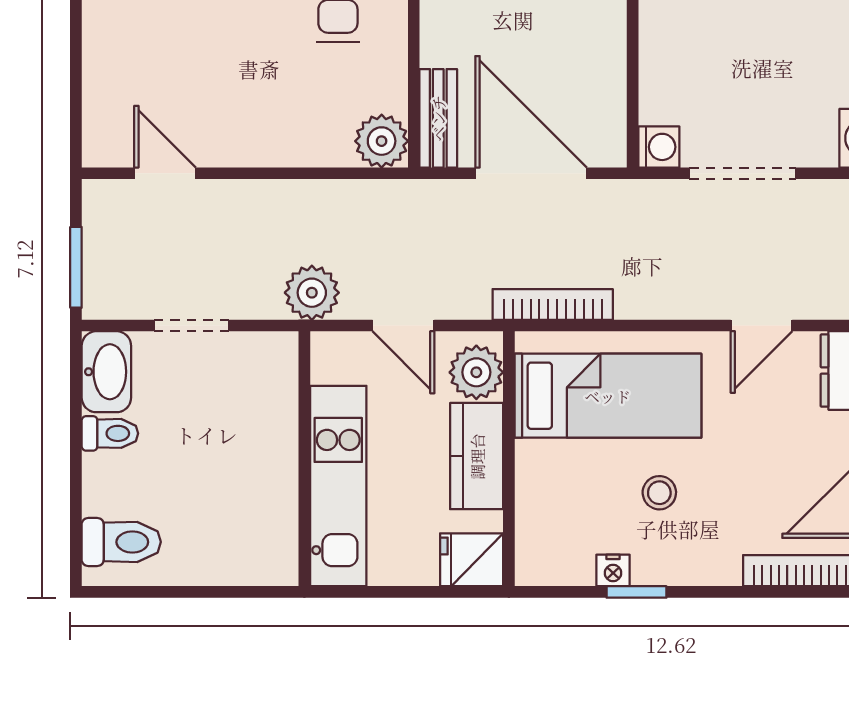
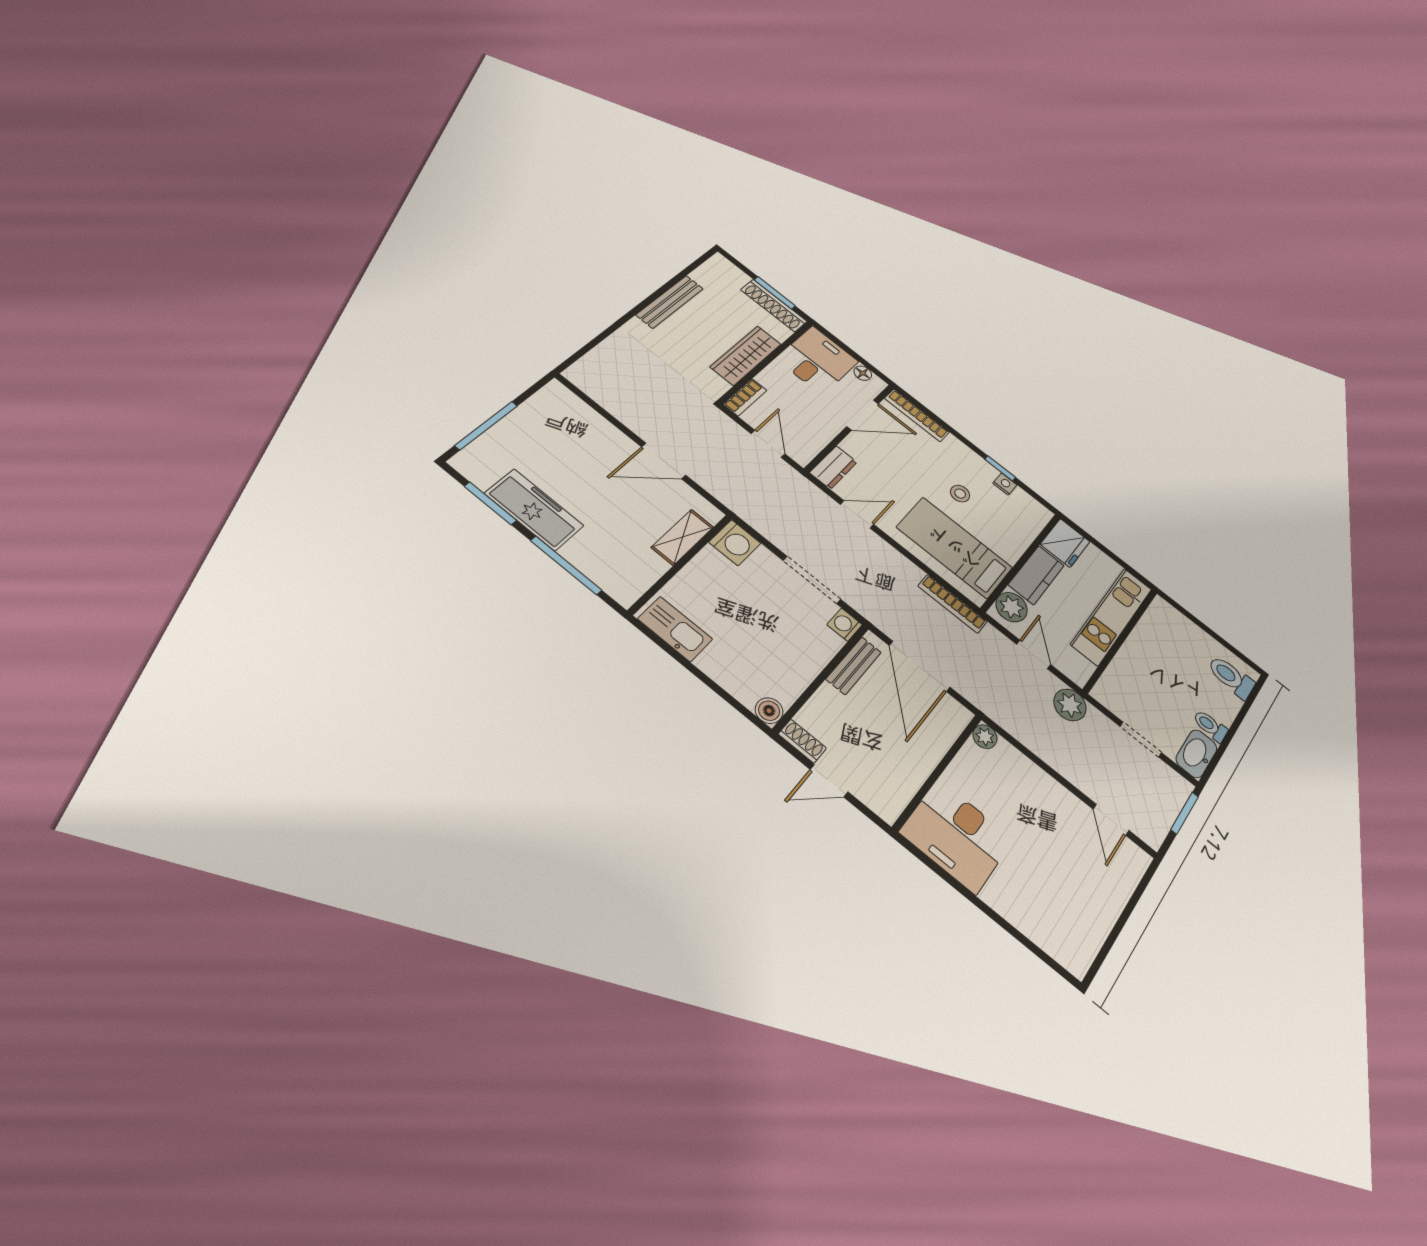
bench: (438, 118) -> (854, 666), moved
plant: (382, 141) -> (985, 737), width x0.73, depth x0.73
fridge: (472, 560) -> (1065, 543), width x1.38

